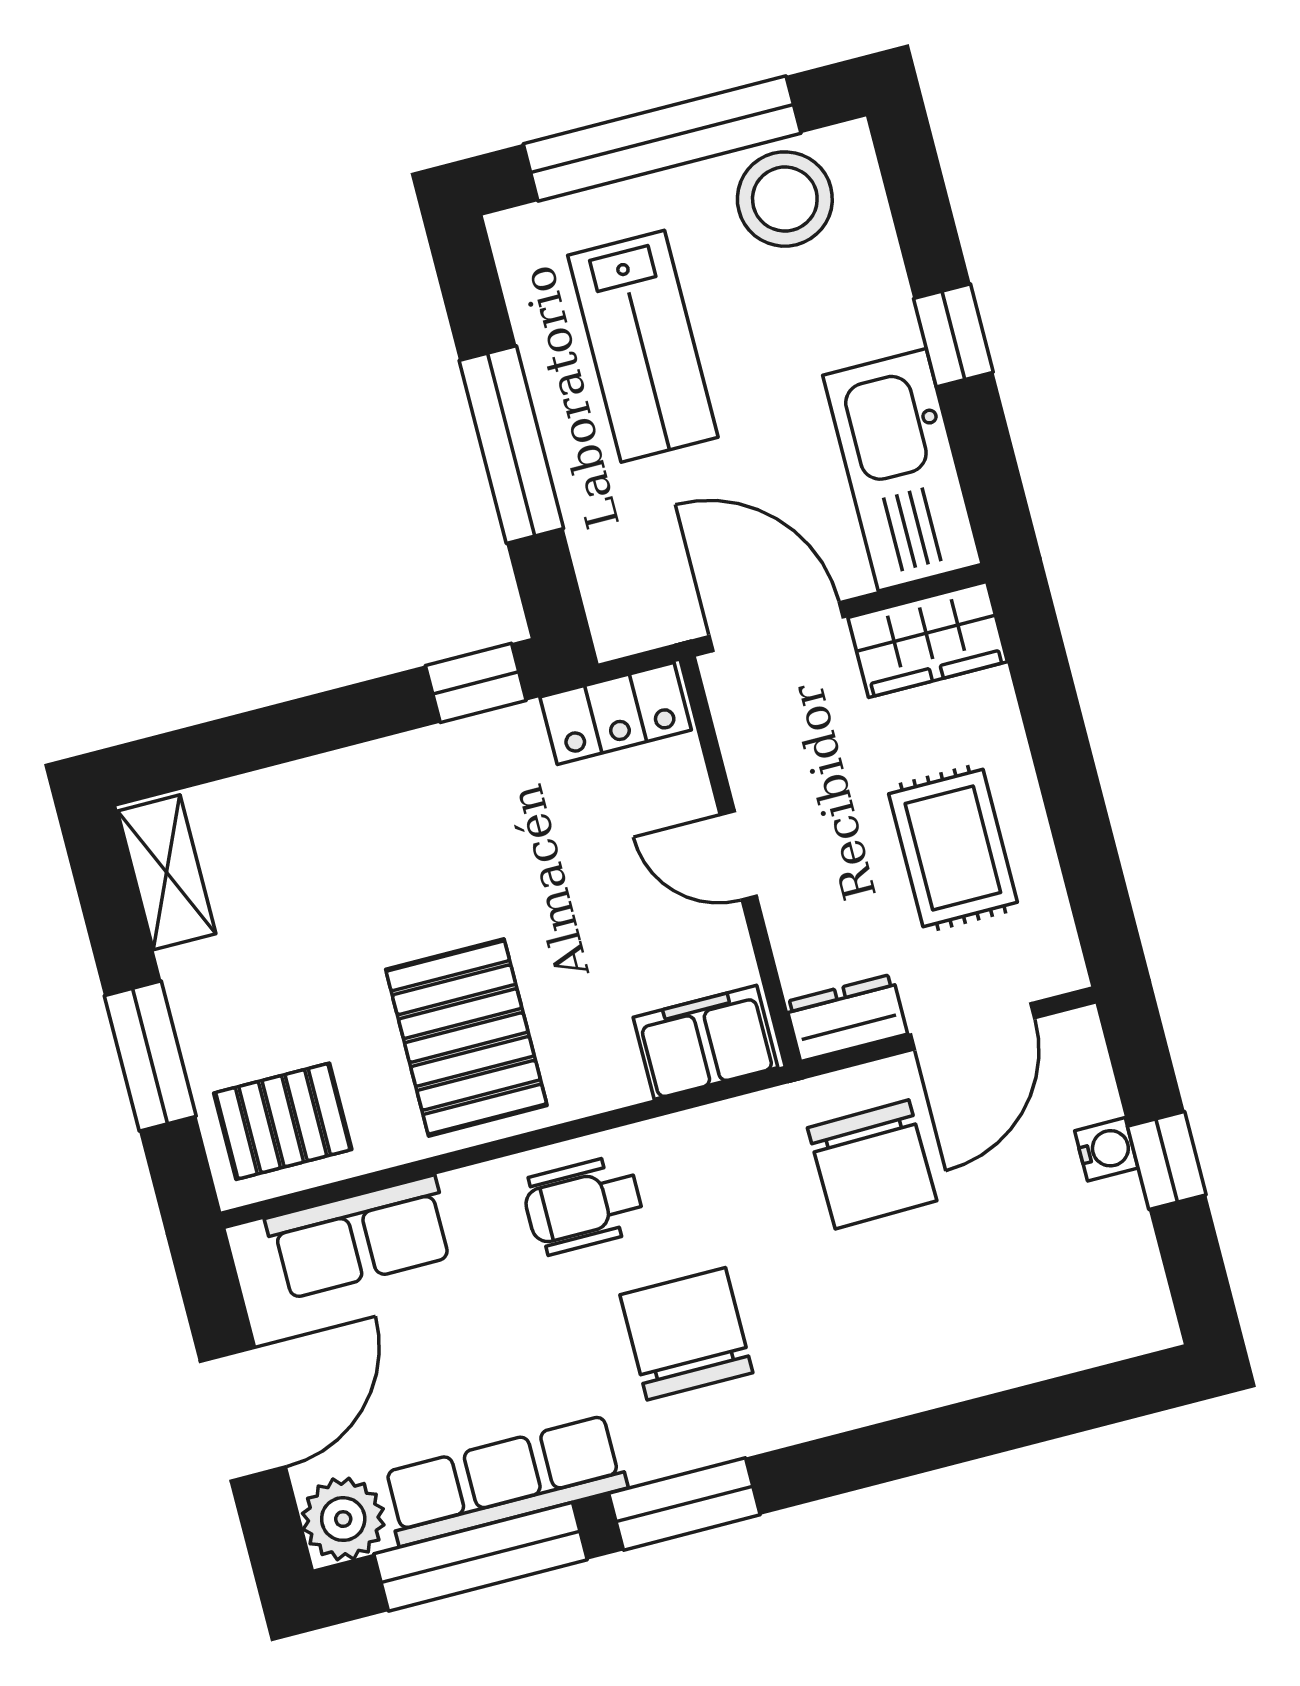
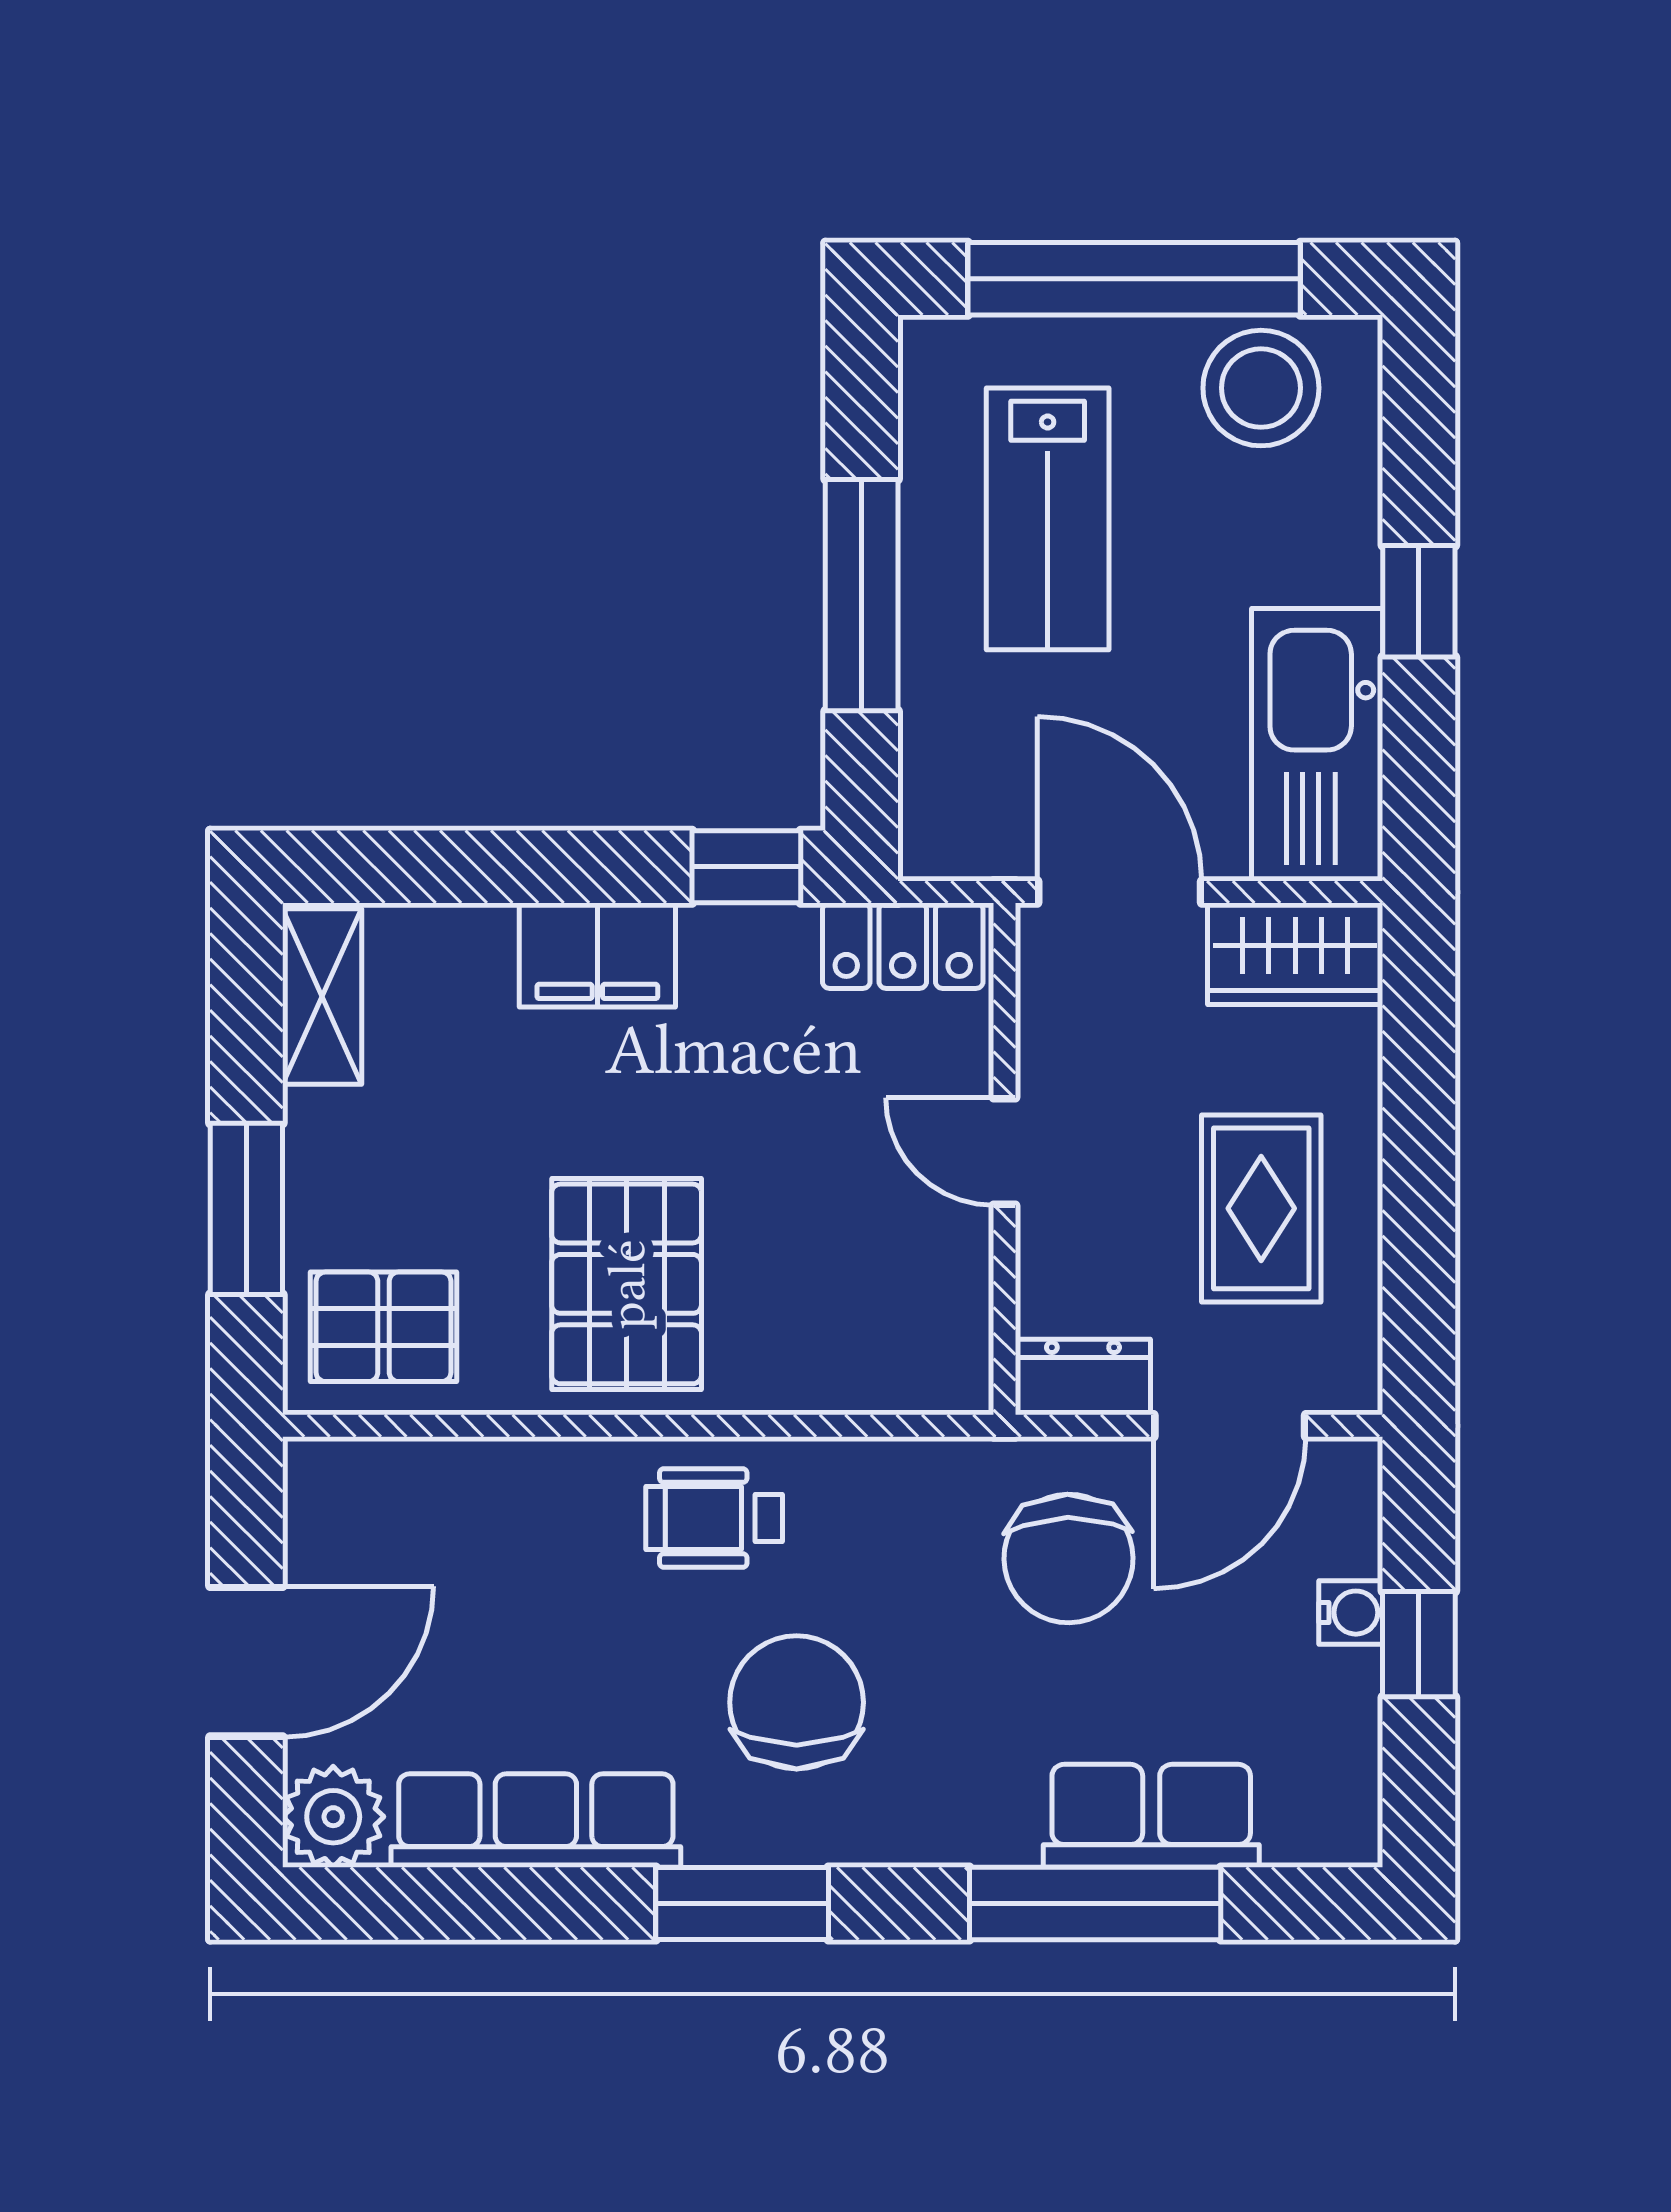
filing cabinet: (705, 1042) -> (597, 955), moved, turned 180
row of seats: (360, 1237) -> (1151, 1816), moved, turned 180
window: (481, 1557) -> (1095, 1904), moved

